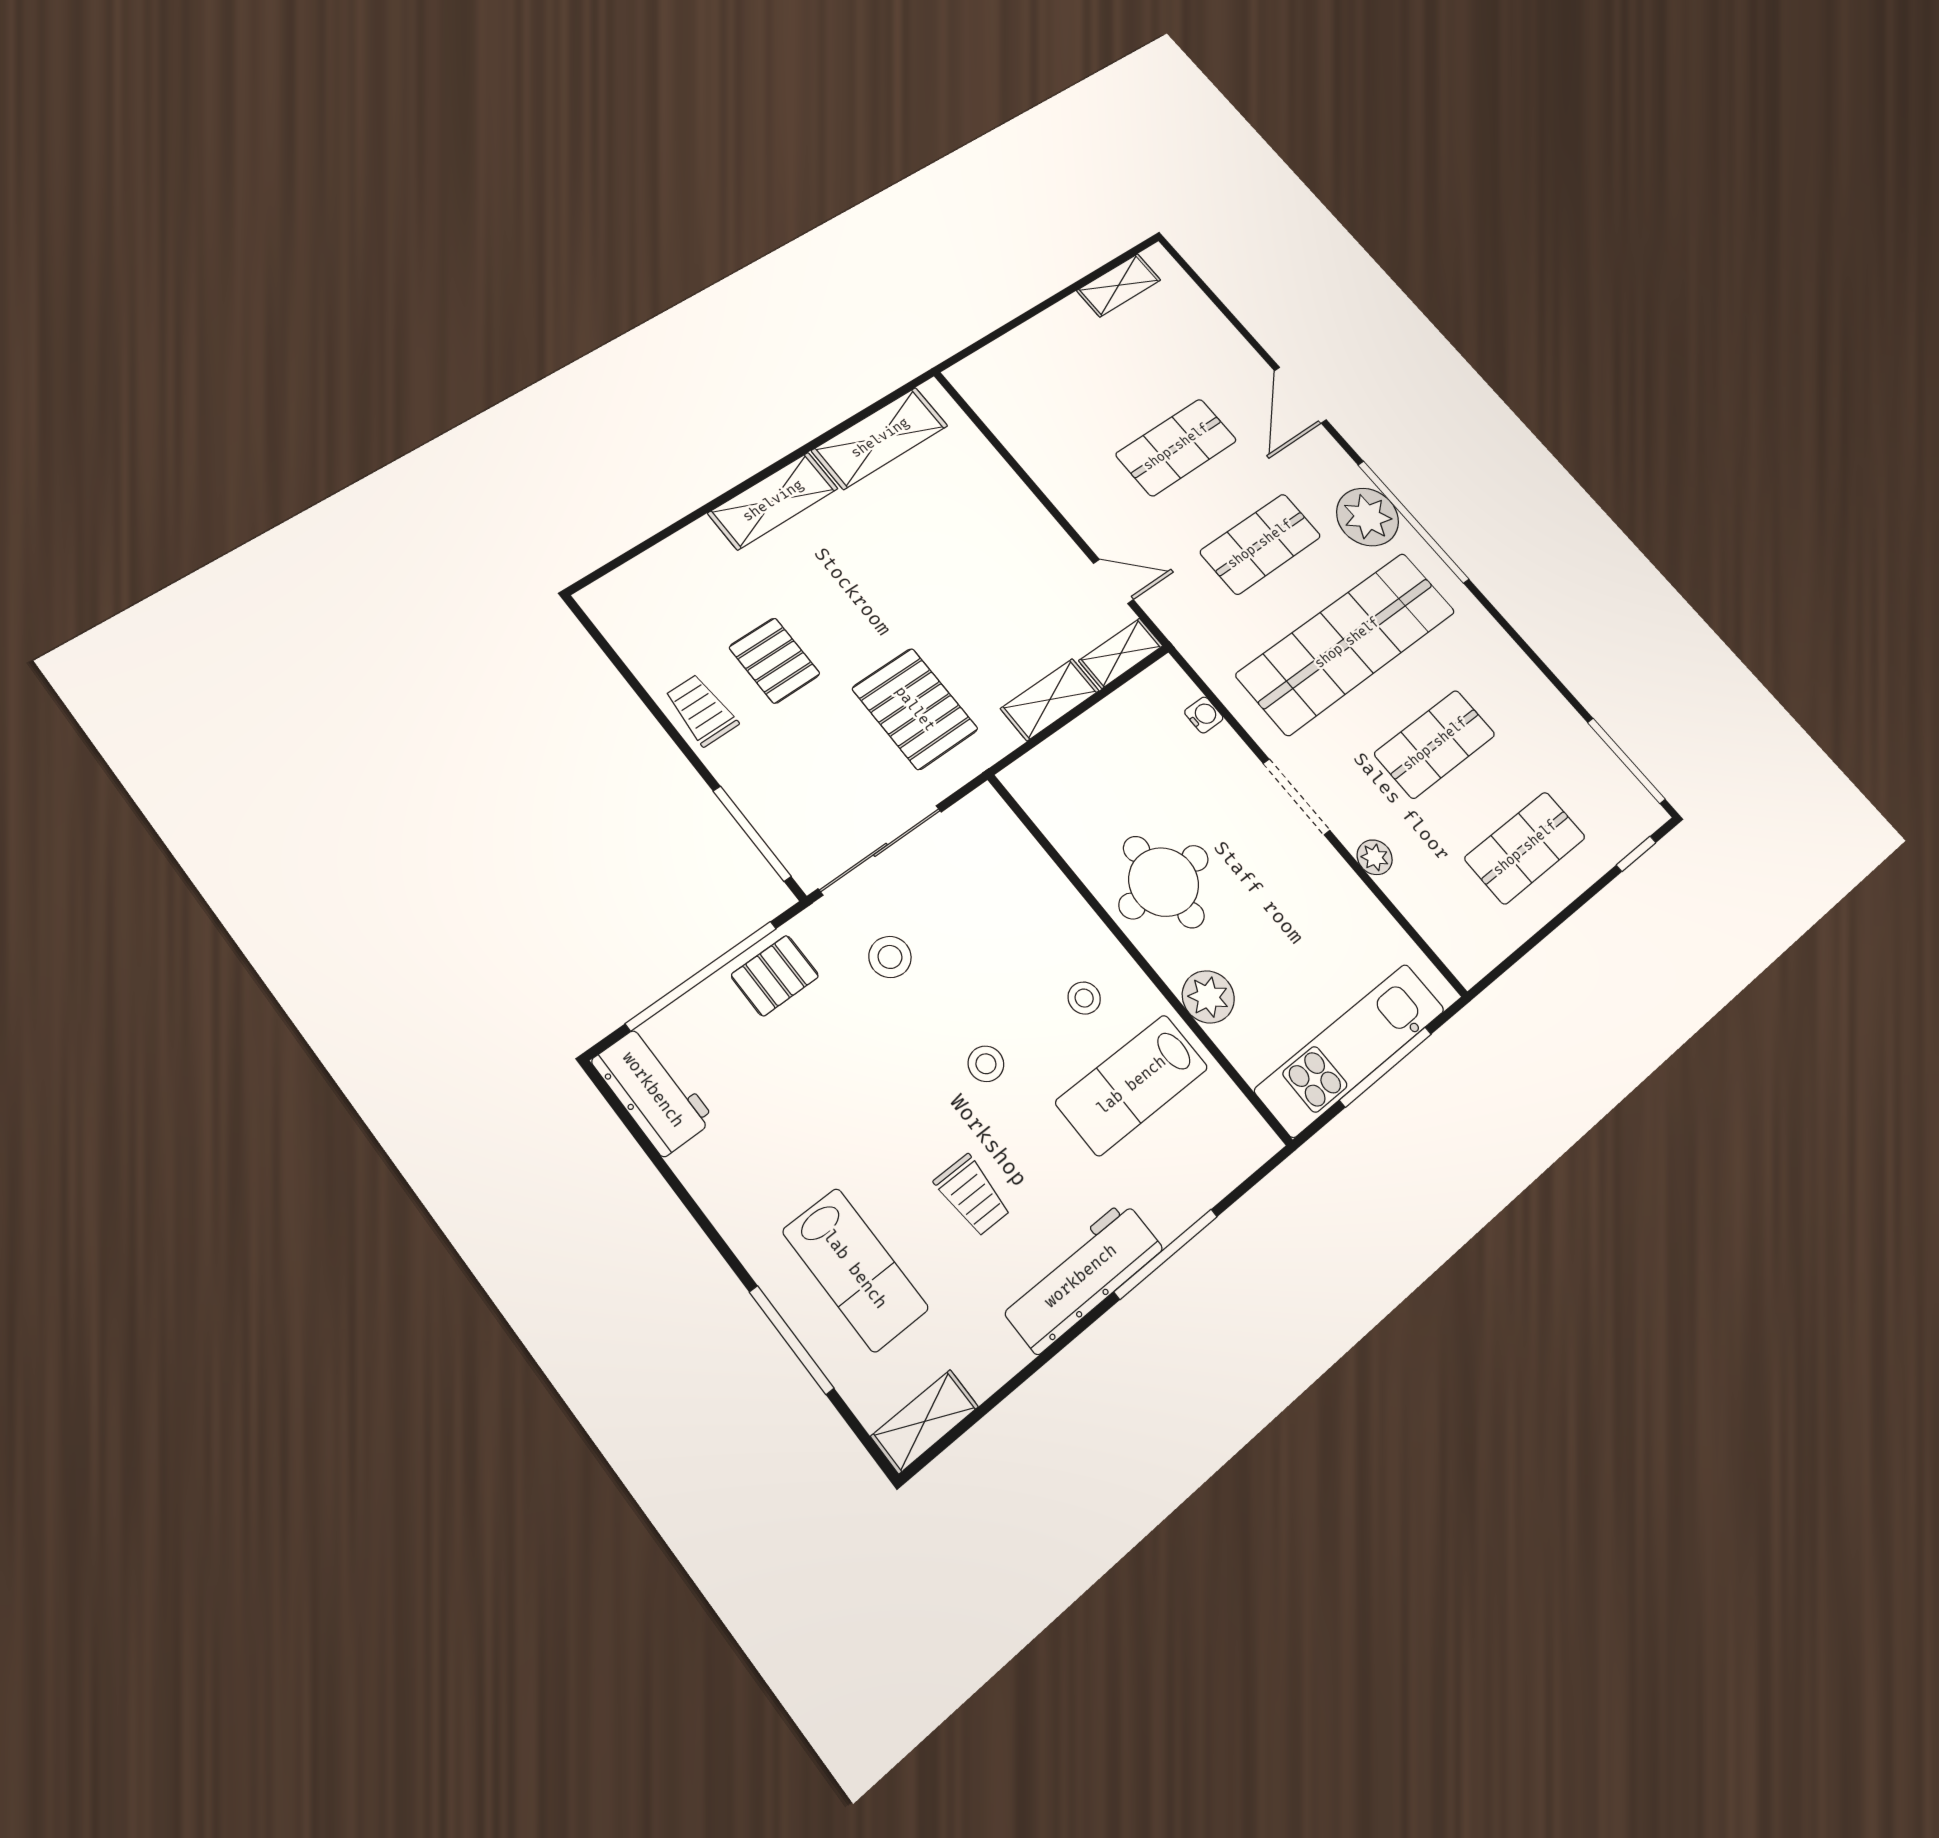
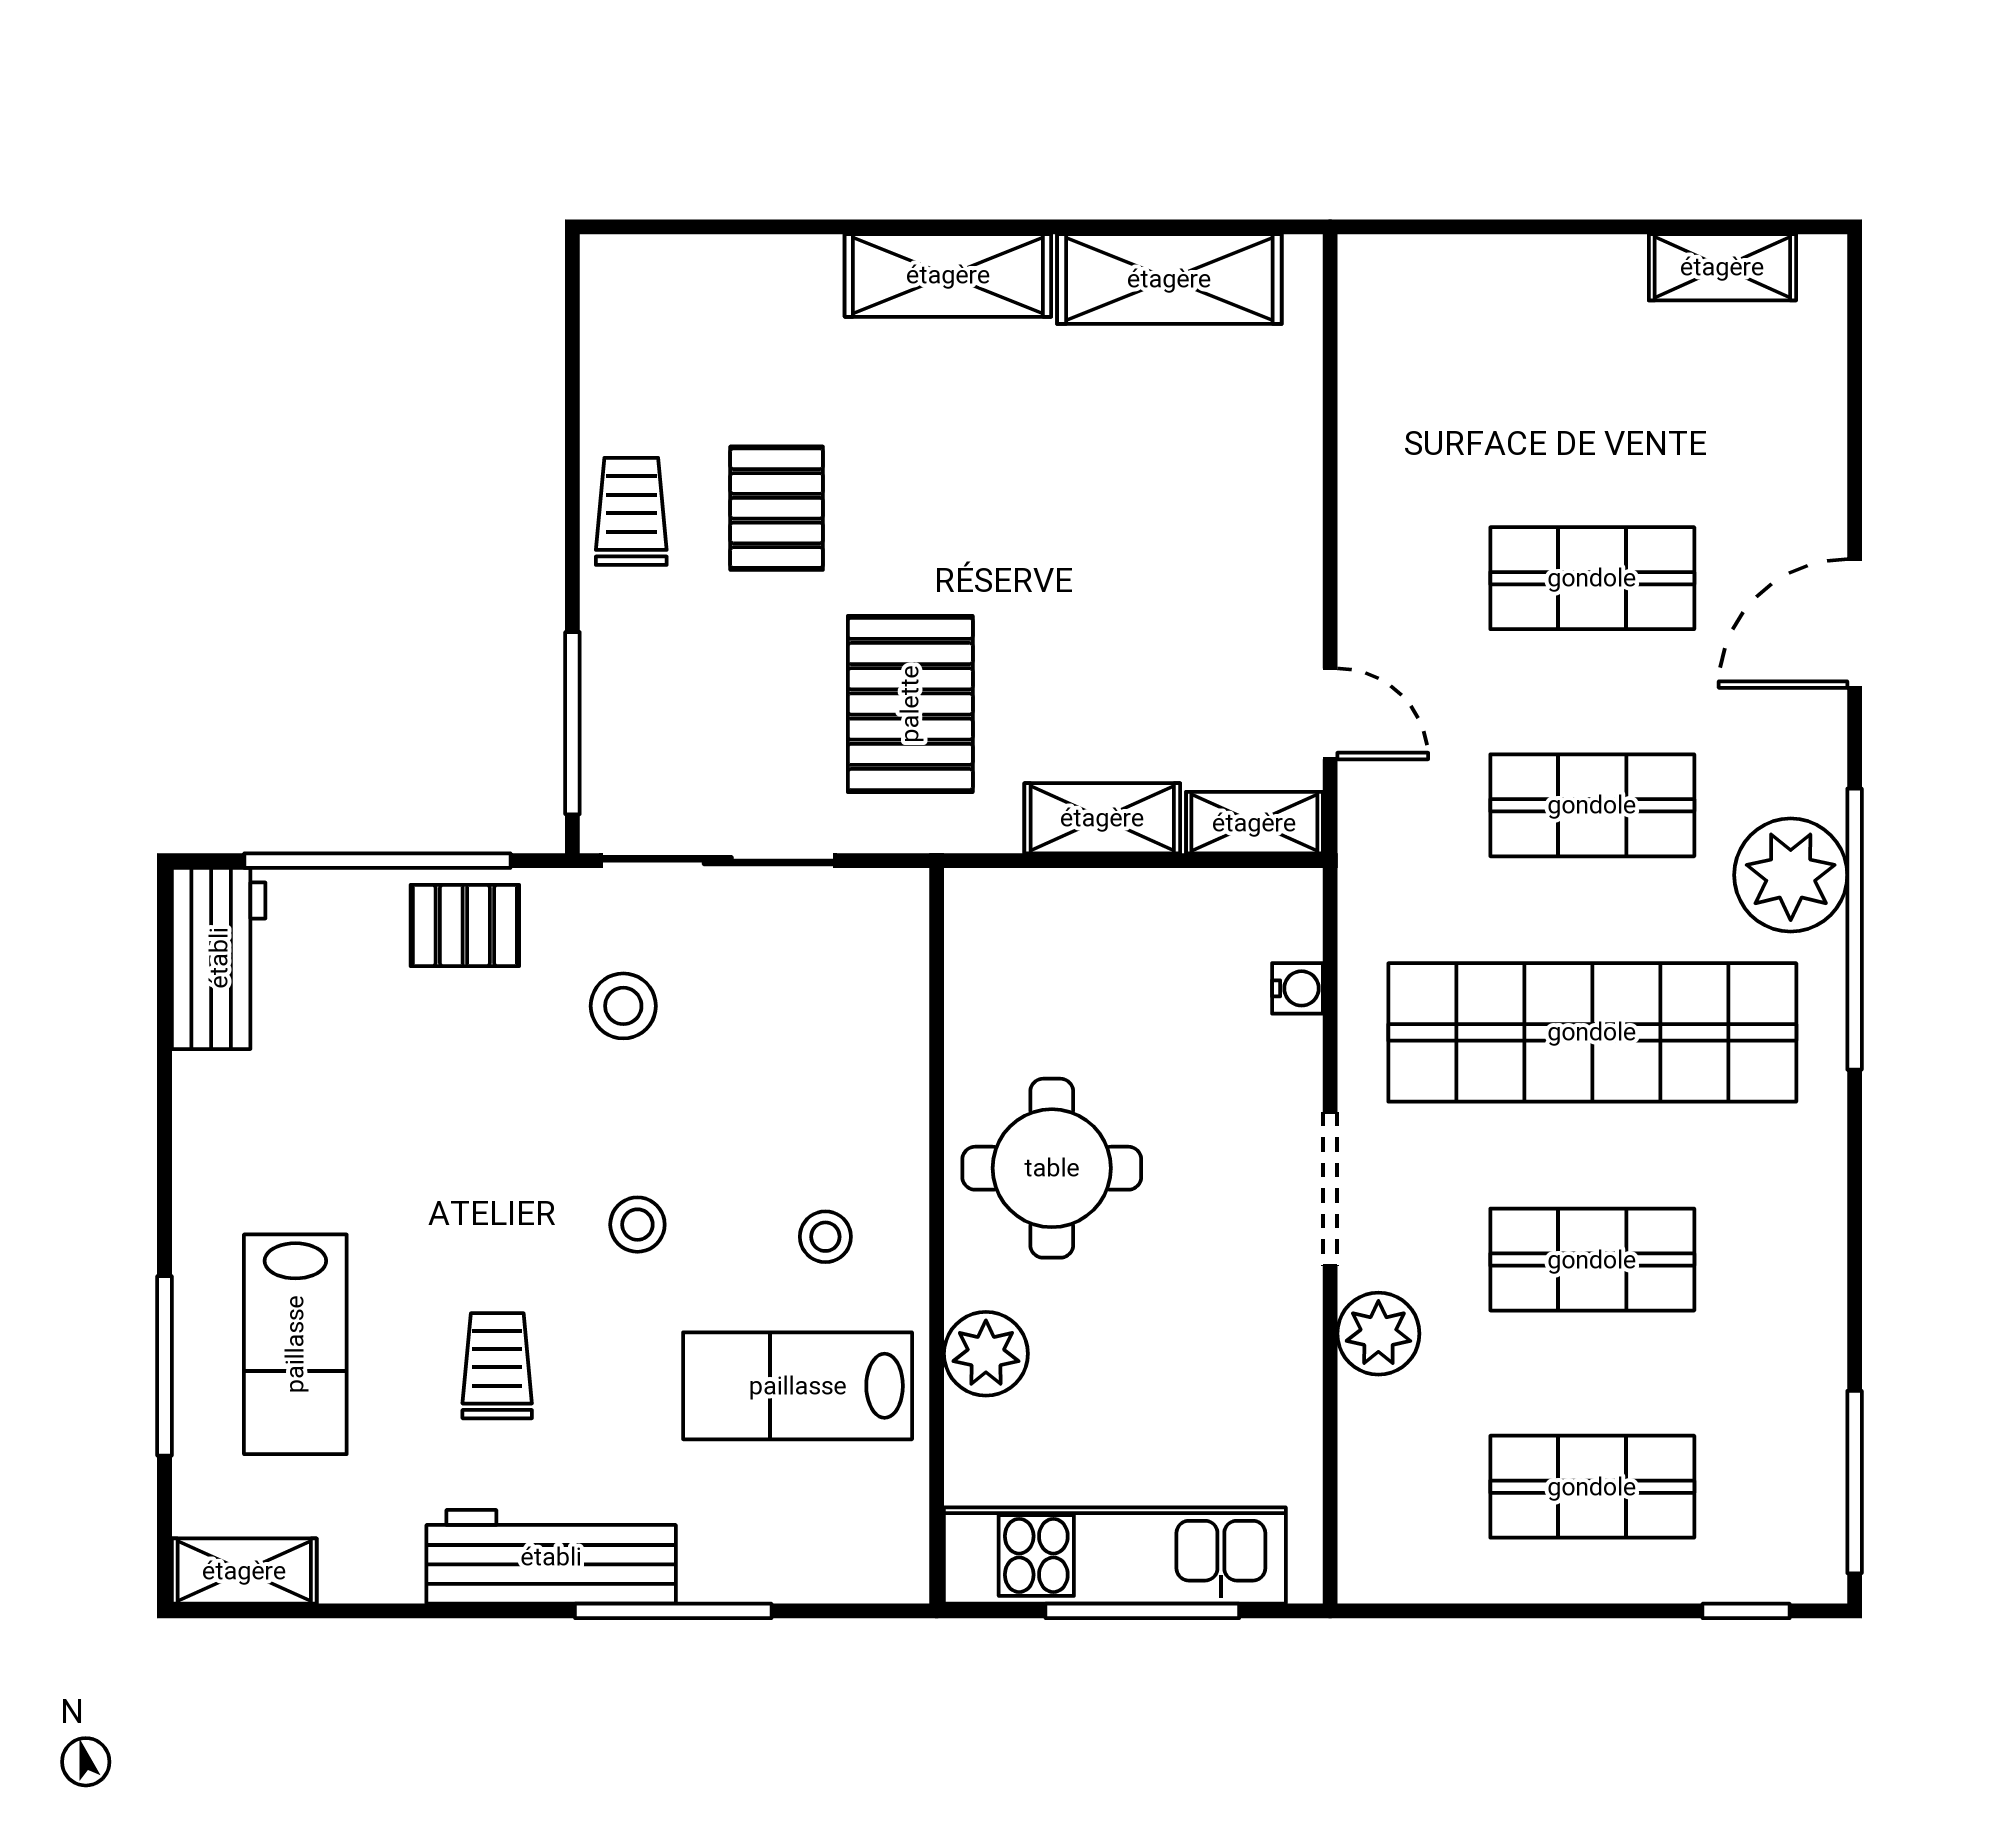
plant: (1375, 857) -> (1378, 1334), width x1.38, depth x1.38
trolley: (972, 1195) -> (497, 1366), turned 180

